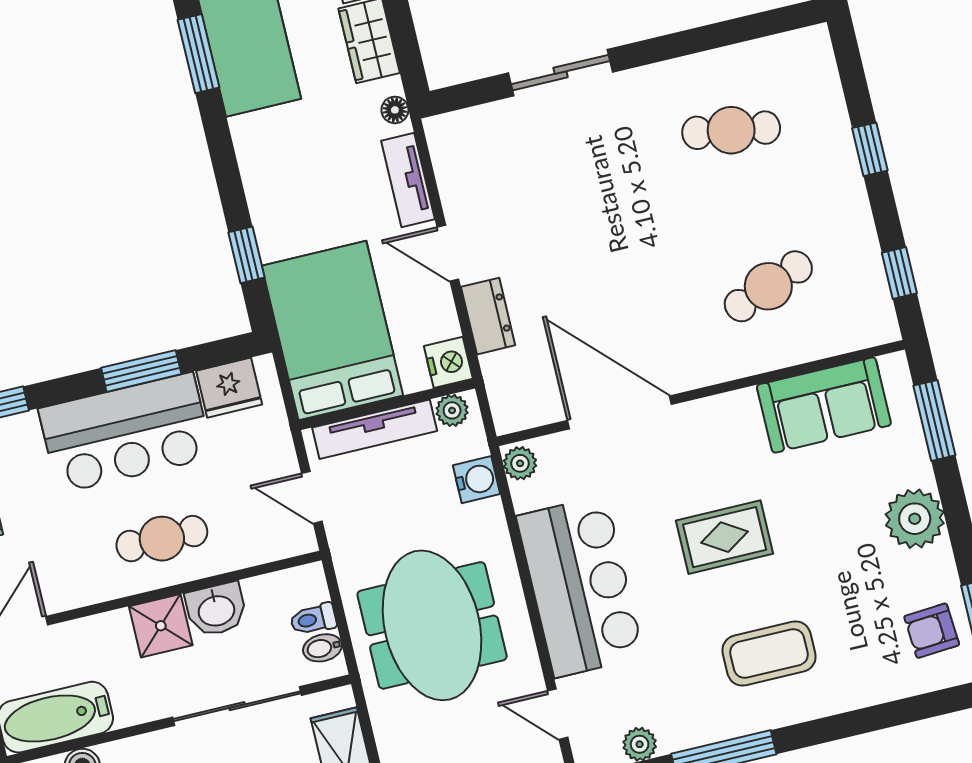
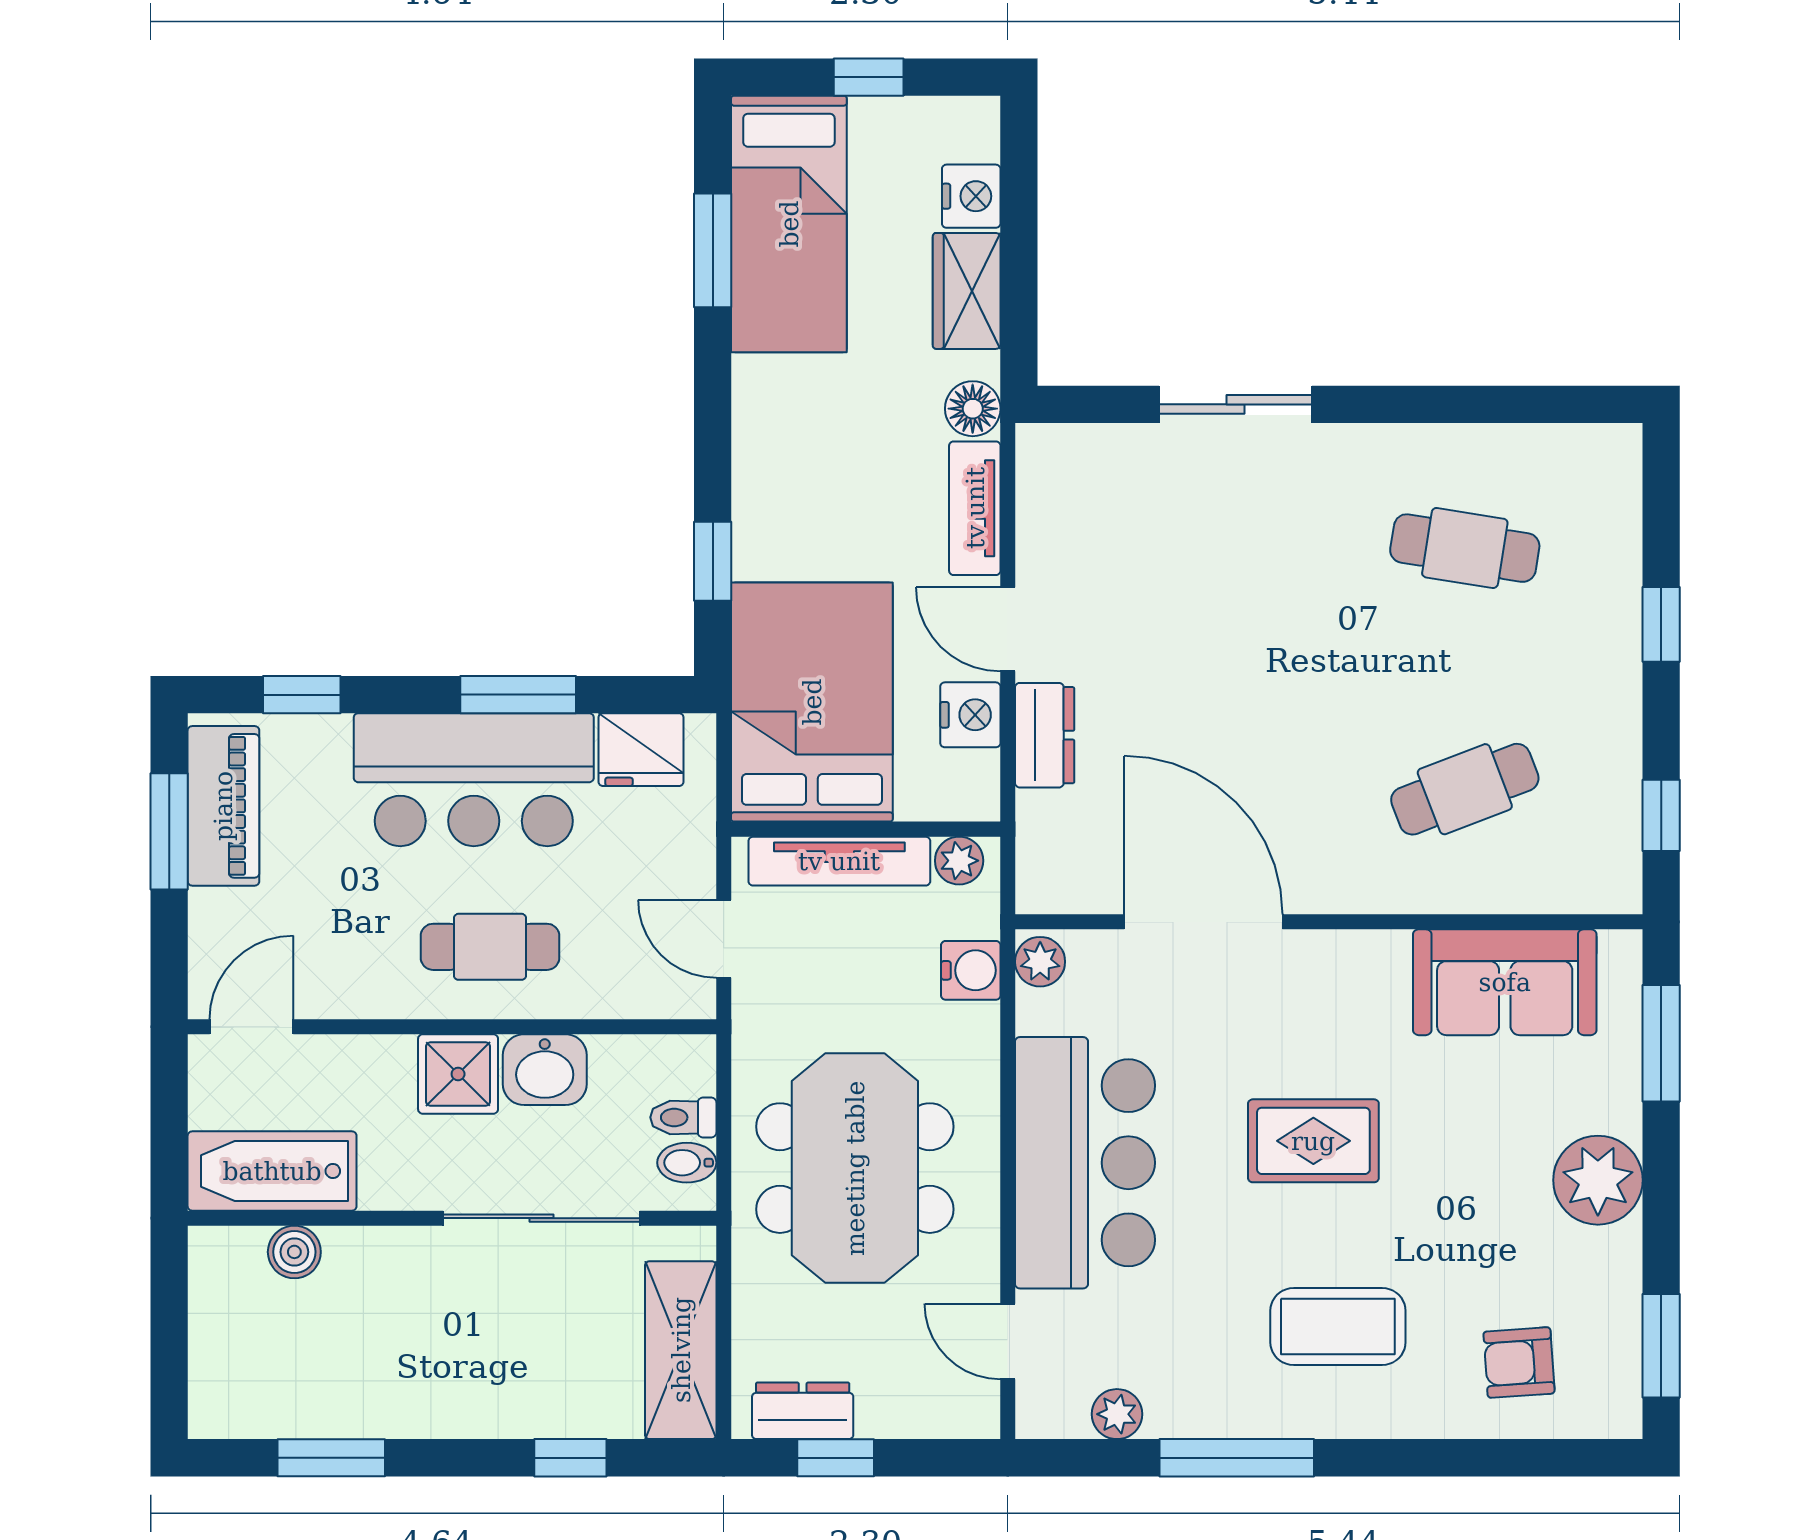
floor lamp: (395, 110) -> (973, 409), width x1.37, depth x1.37
nightstand: (448, 362) -> (970, 715), moved
armchair: (932, 631) -> (1519, 1363), moved

